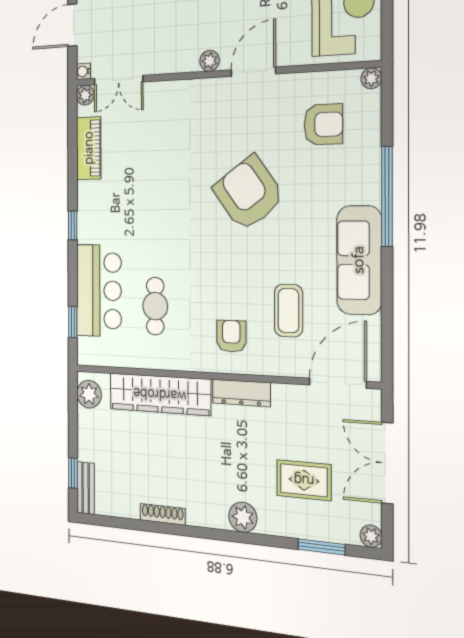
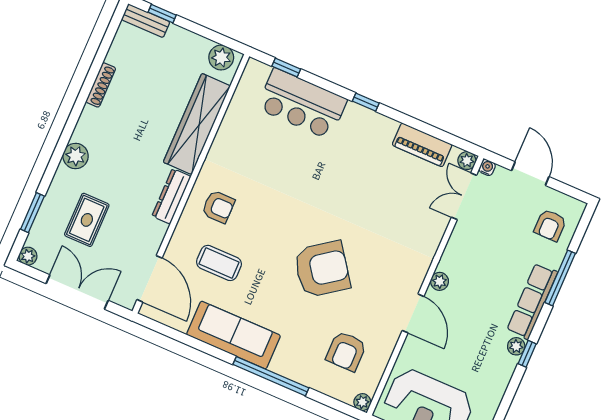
cafe table: (155, 306) -> (268, 150), removed

